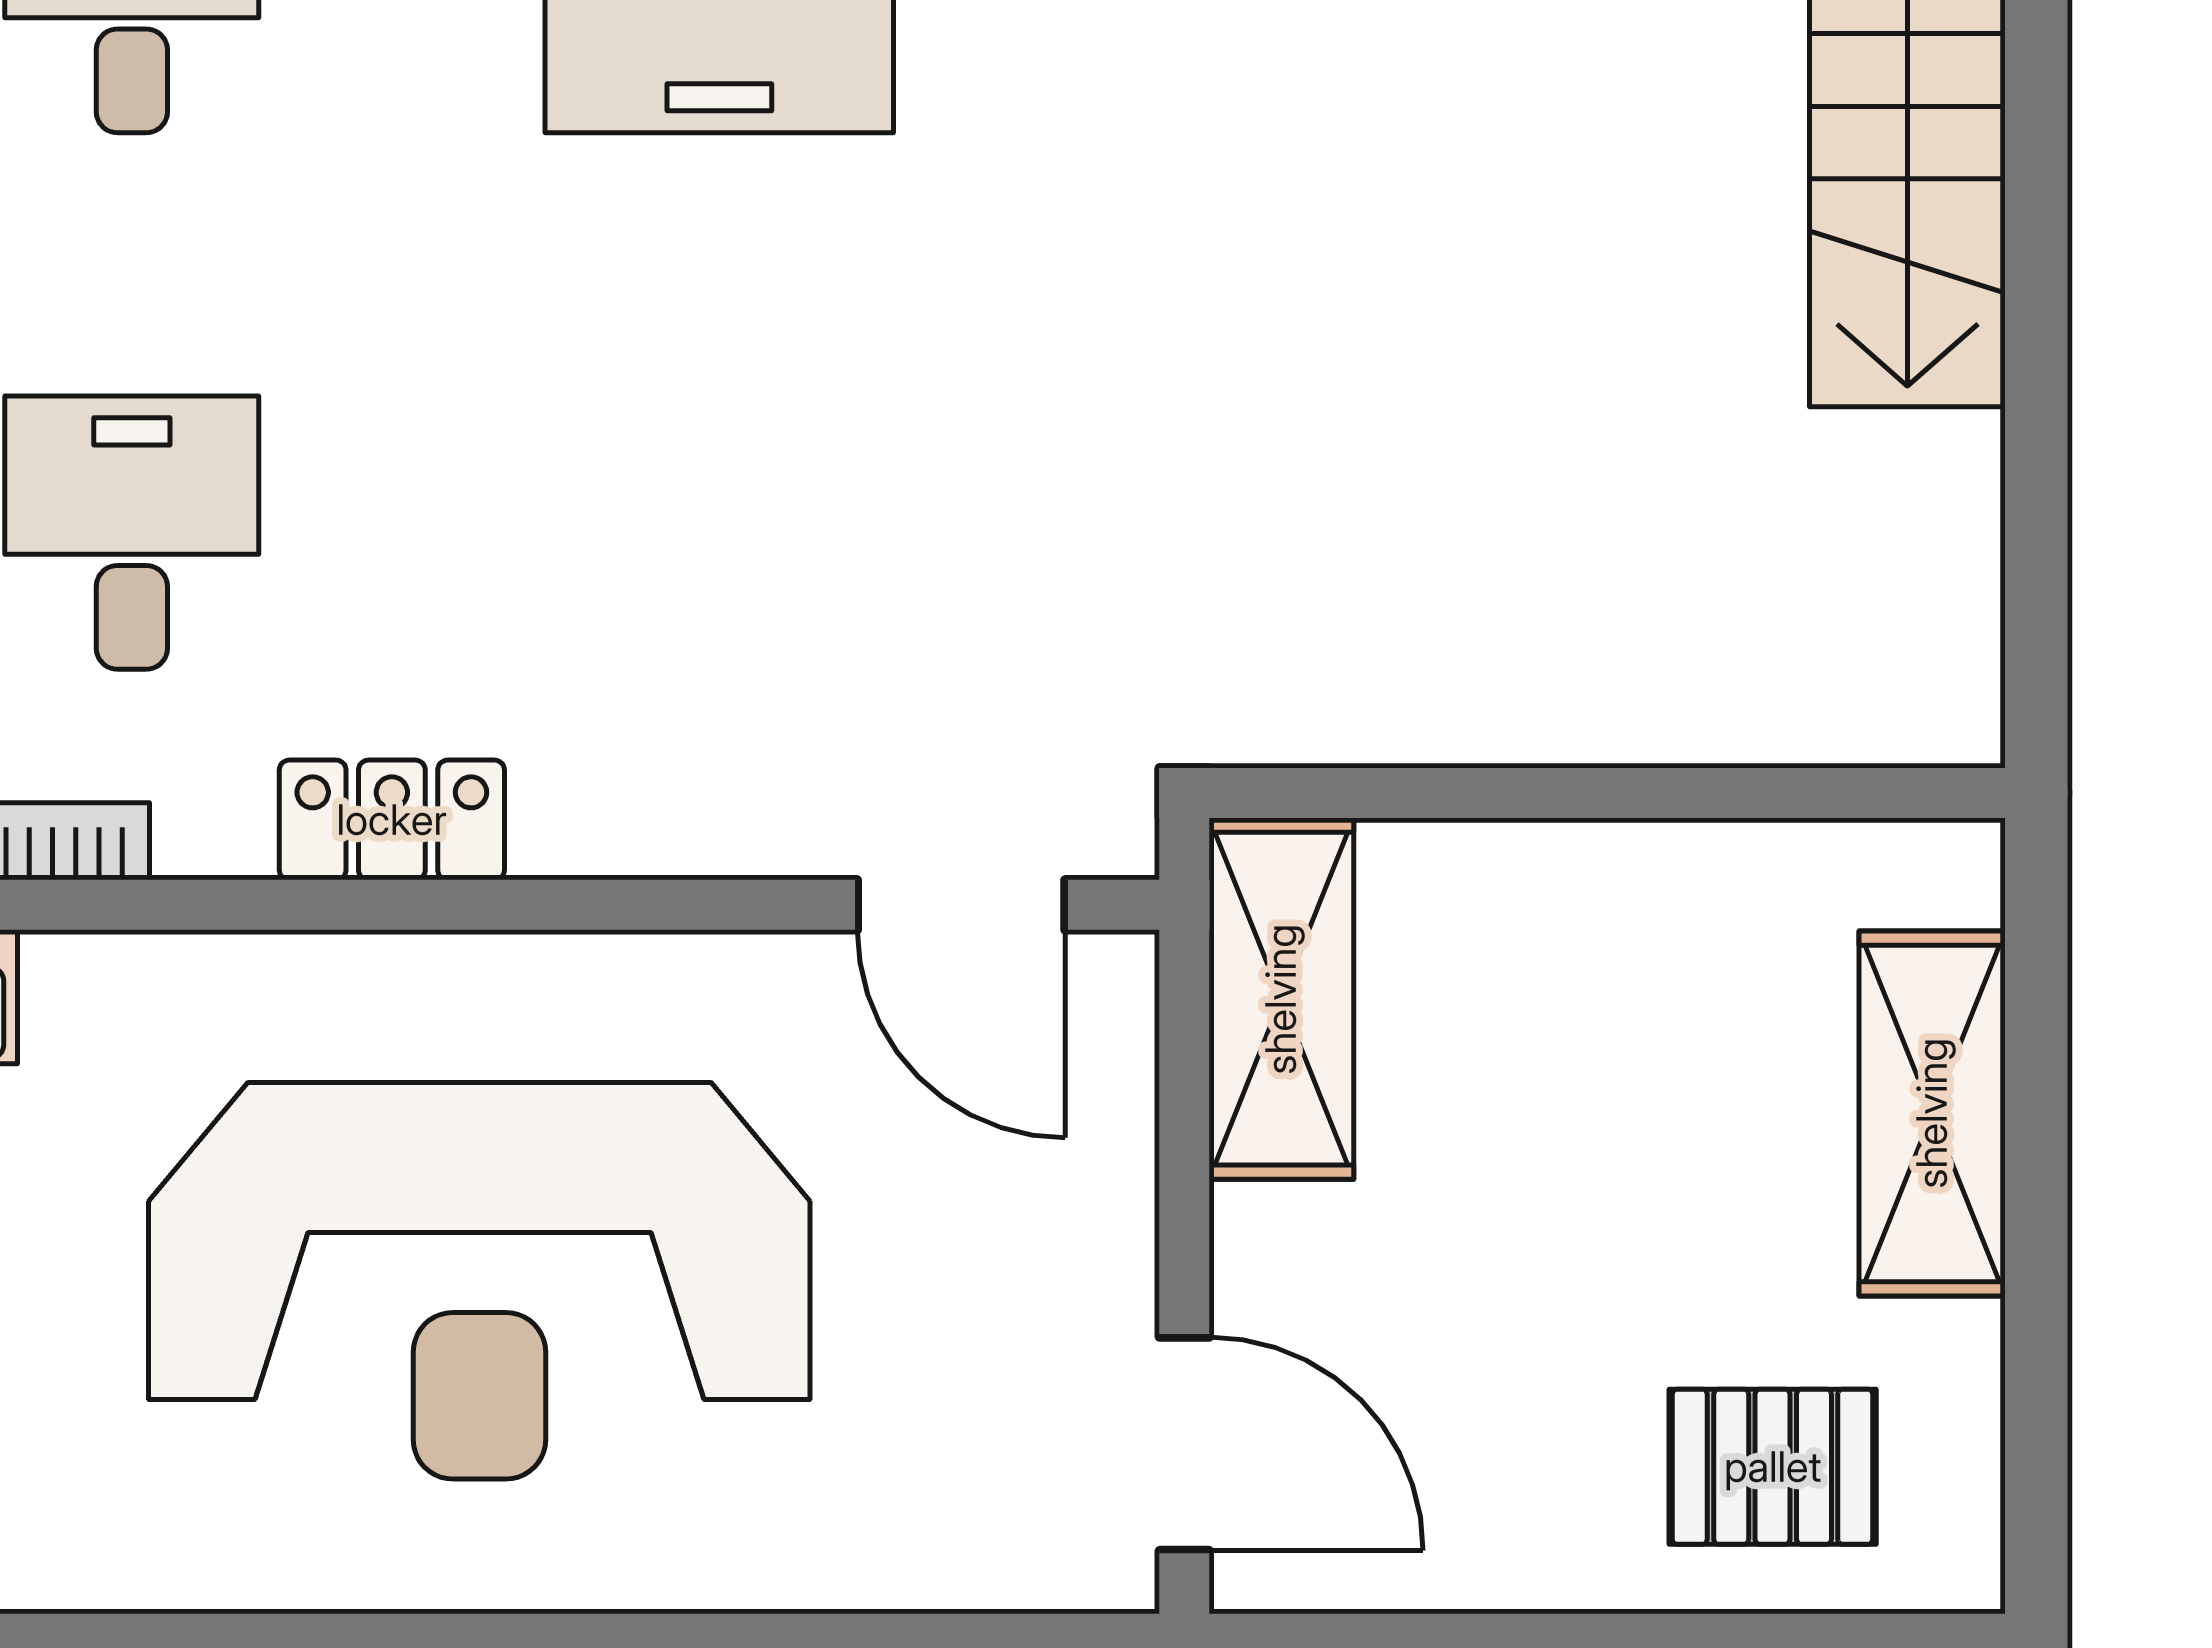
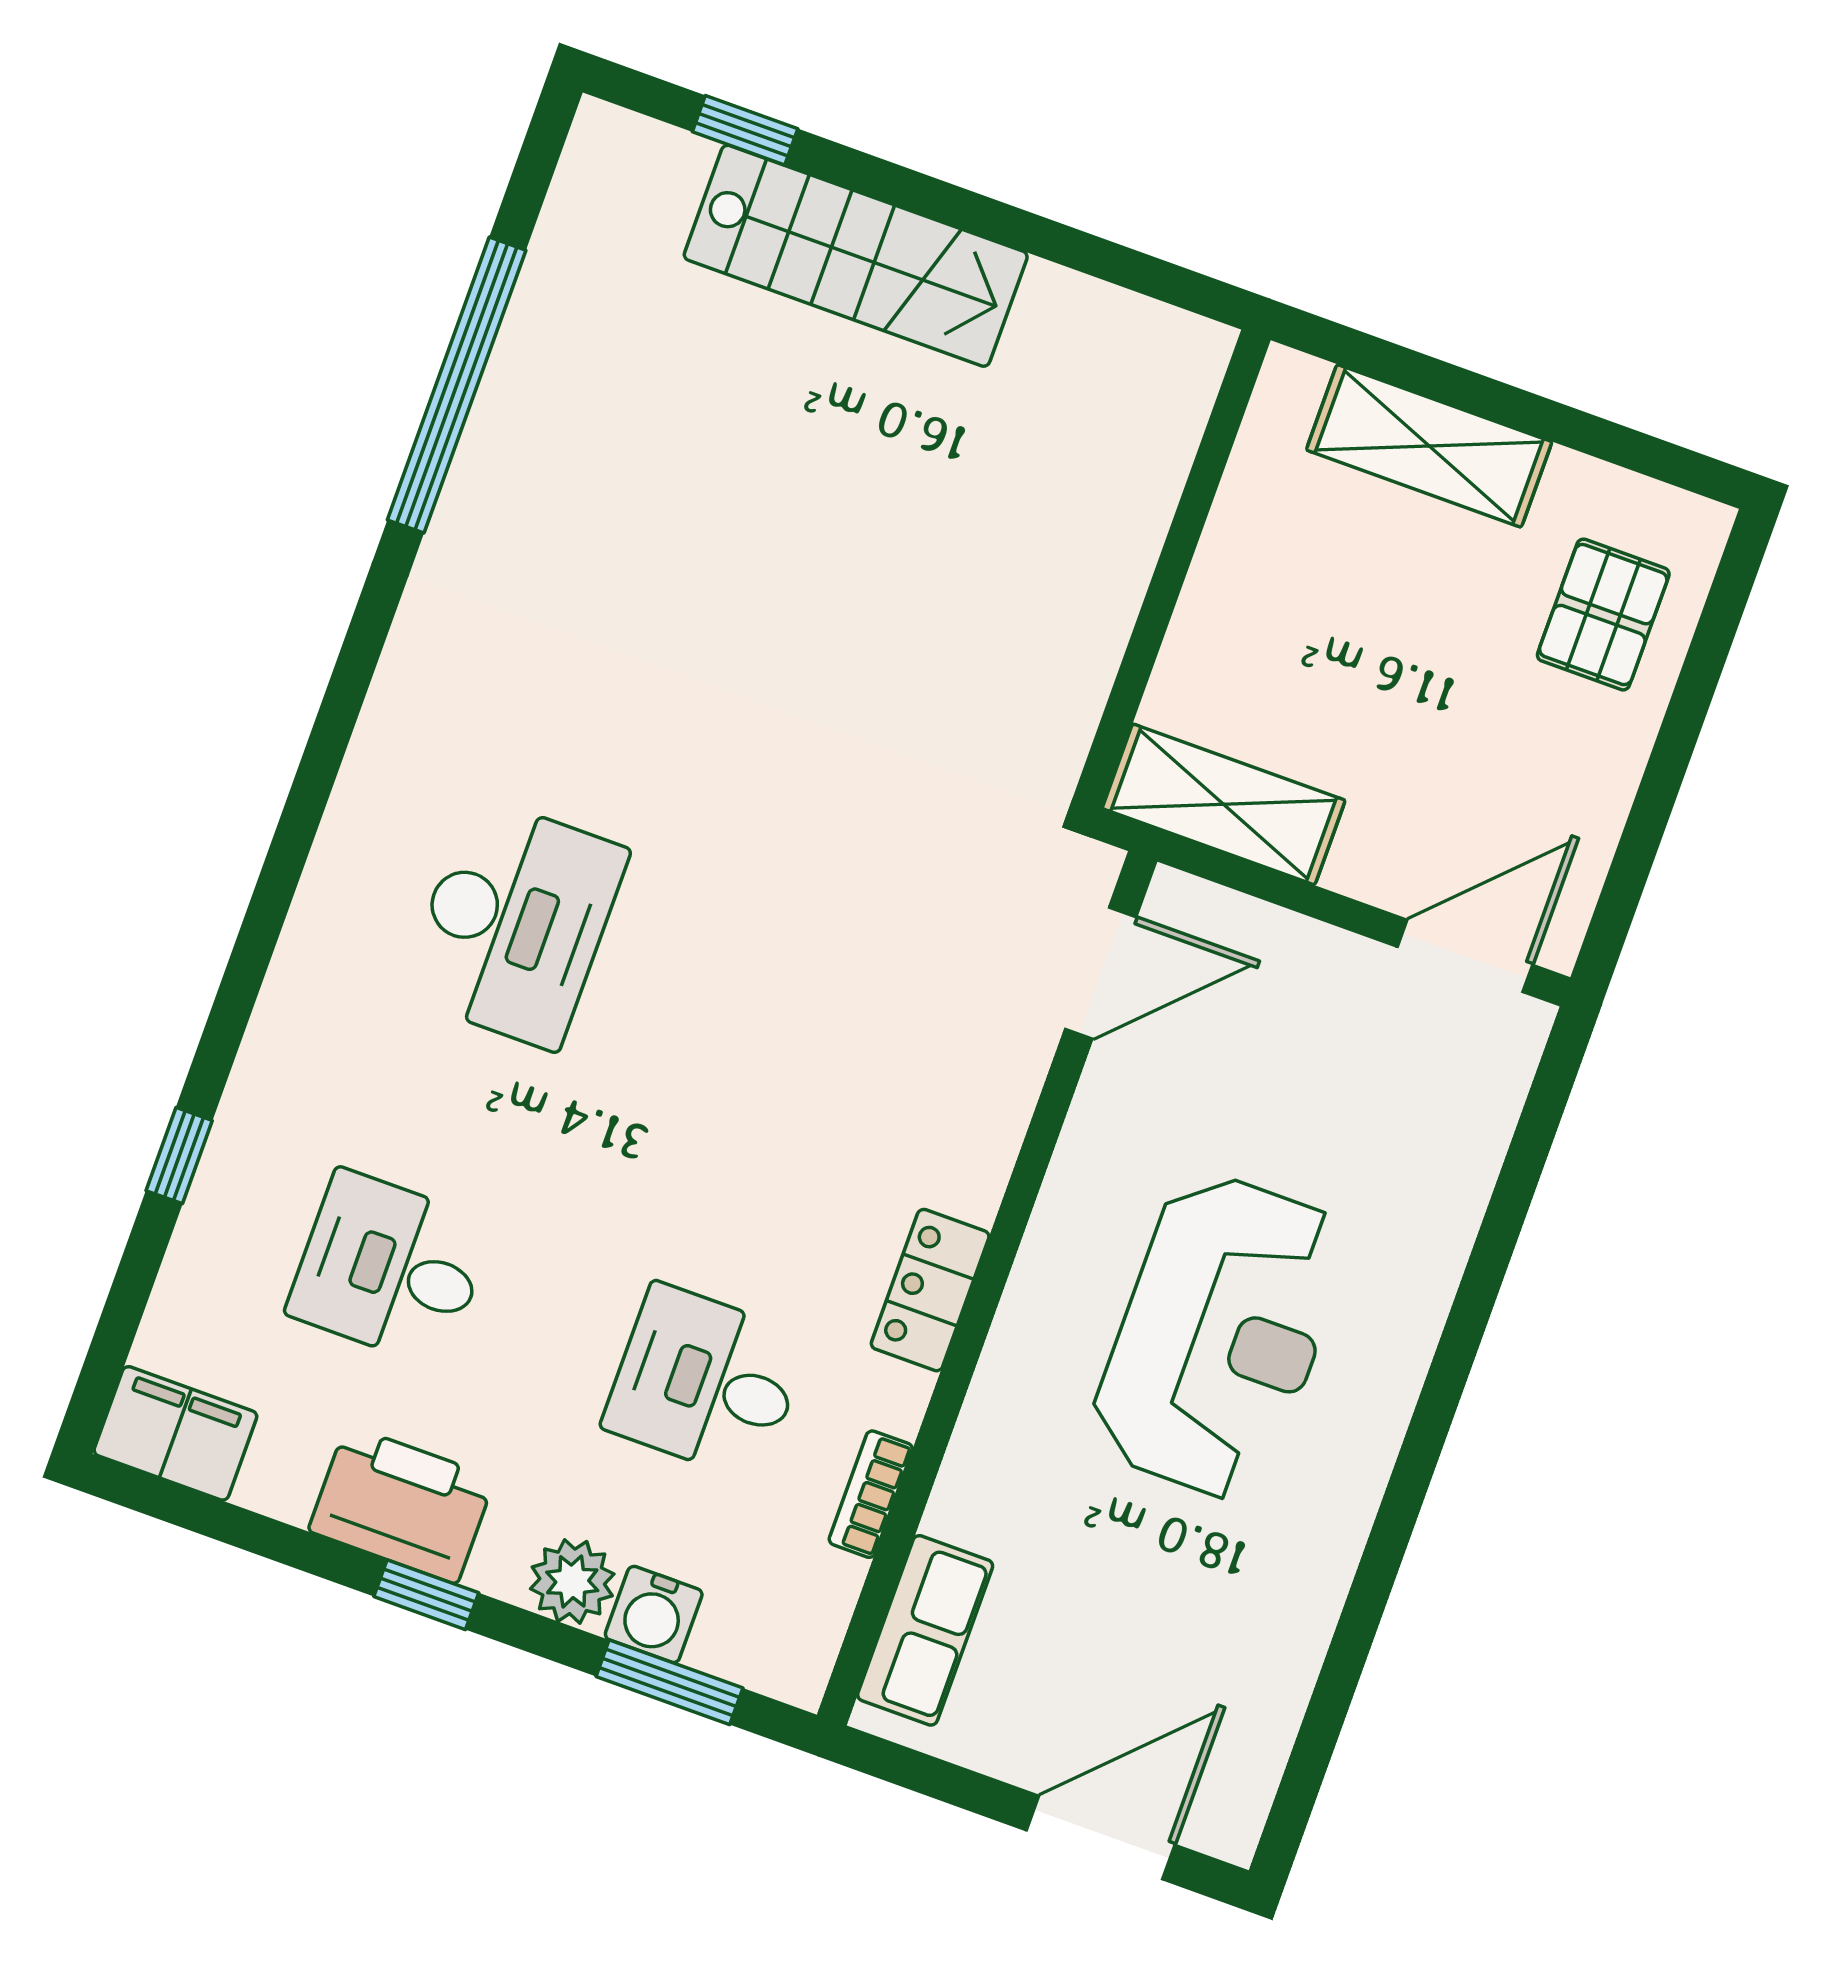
reception desk: (479, 1281) -> (1220, 1336), width x0.74, depth x0.77

